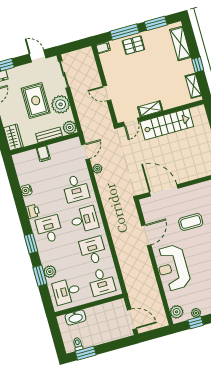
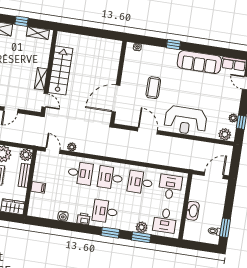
desk: (84, 219) -> (110, 178), turned -90
desk: (102, 282) -> (170, 187), turned -90
washbasin: (75, 317) -> (193, 211), moved

